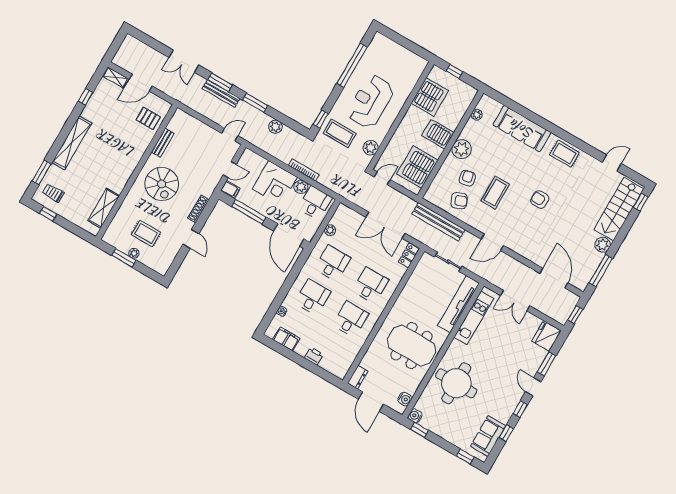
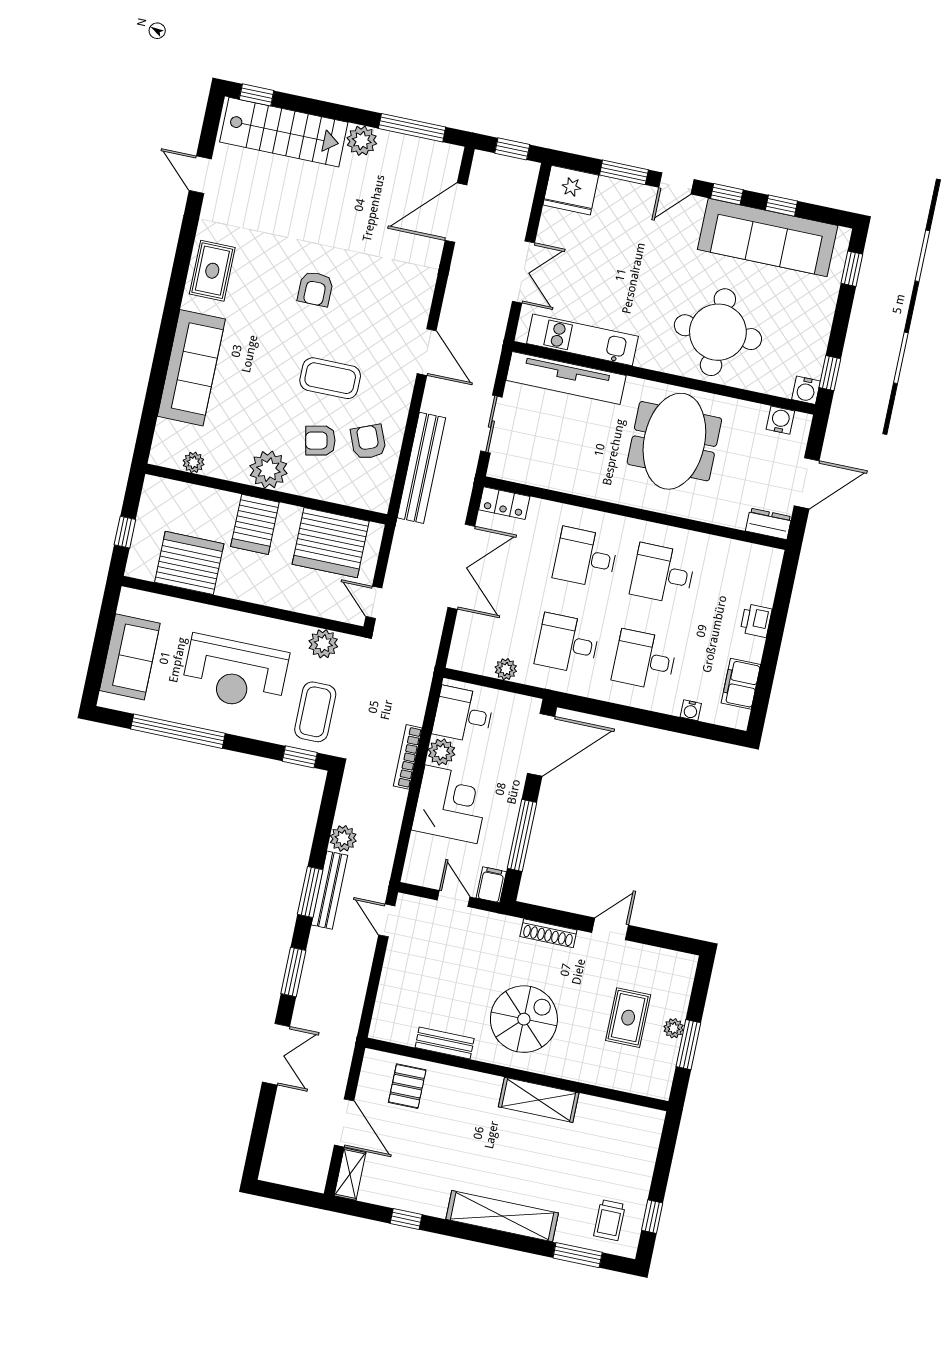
sofa: (395, 54) -> (130, 657), added
bench: (221, 94) -> (329, 890), moved
shelving: (104, 208) -> (539, 1100), moved
sofa: (488, 436) -> (768, 238), width x1.85, depth x1.27

